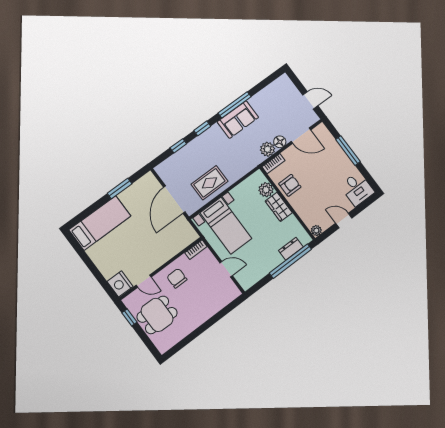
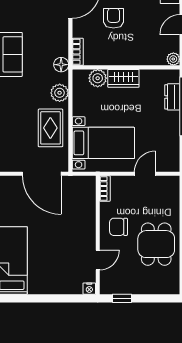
floor lamp: (280, 142) -> (61, 65), moved
plant: (268, 149) -> (60, 93), moved
armchair: (290, 185) -> (114, 18), moved
nightstand: (120, 284) -> (89, 289), width x0.53, depth x0.56
dining table: (157, 315) -> (156, 244), moved

